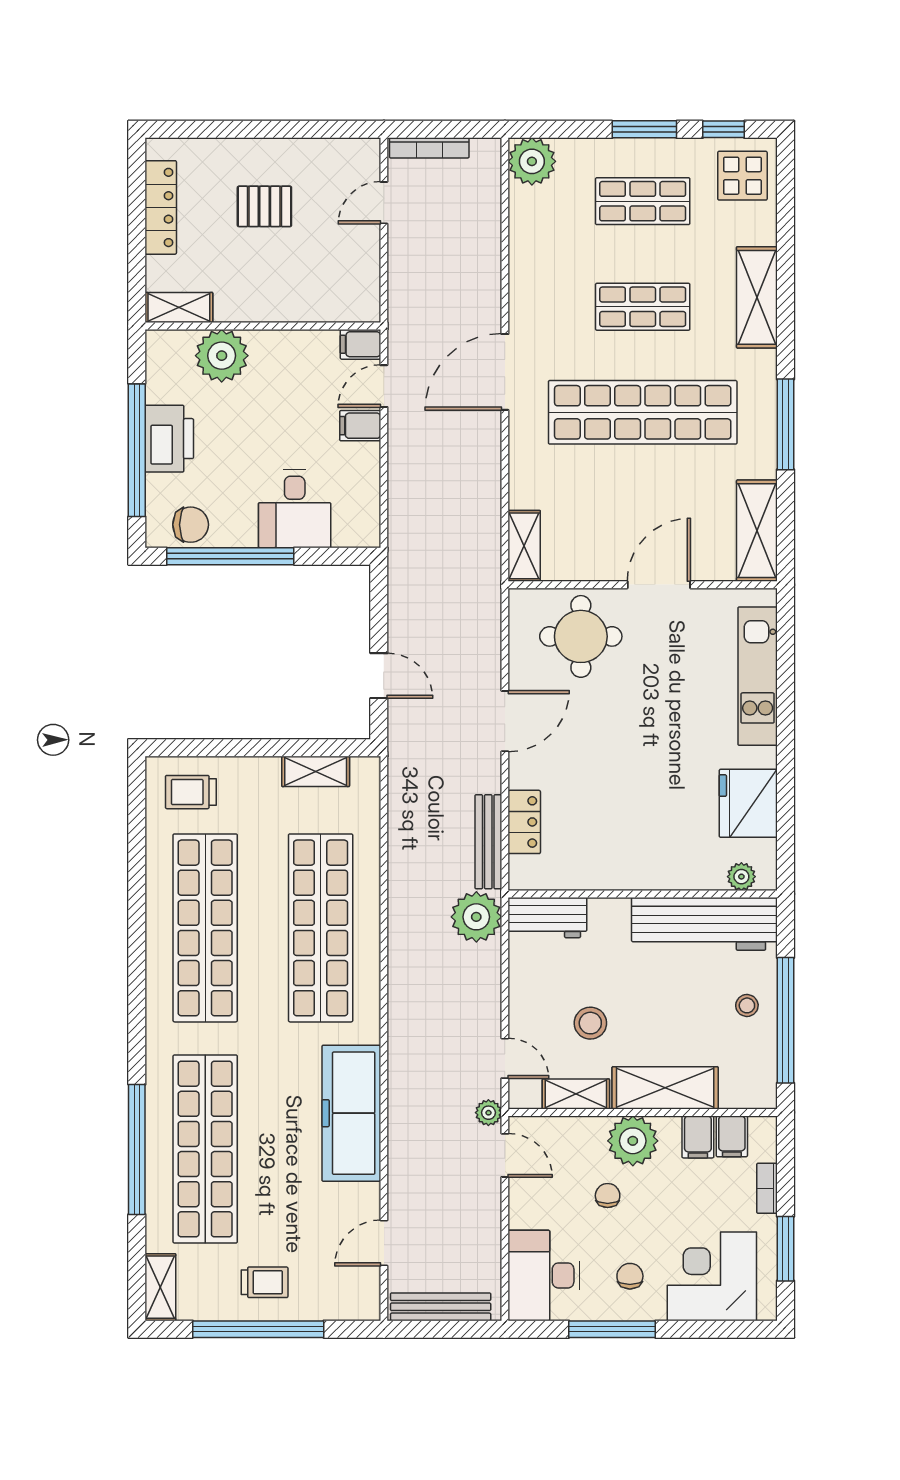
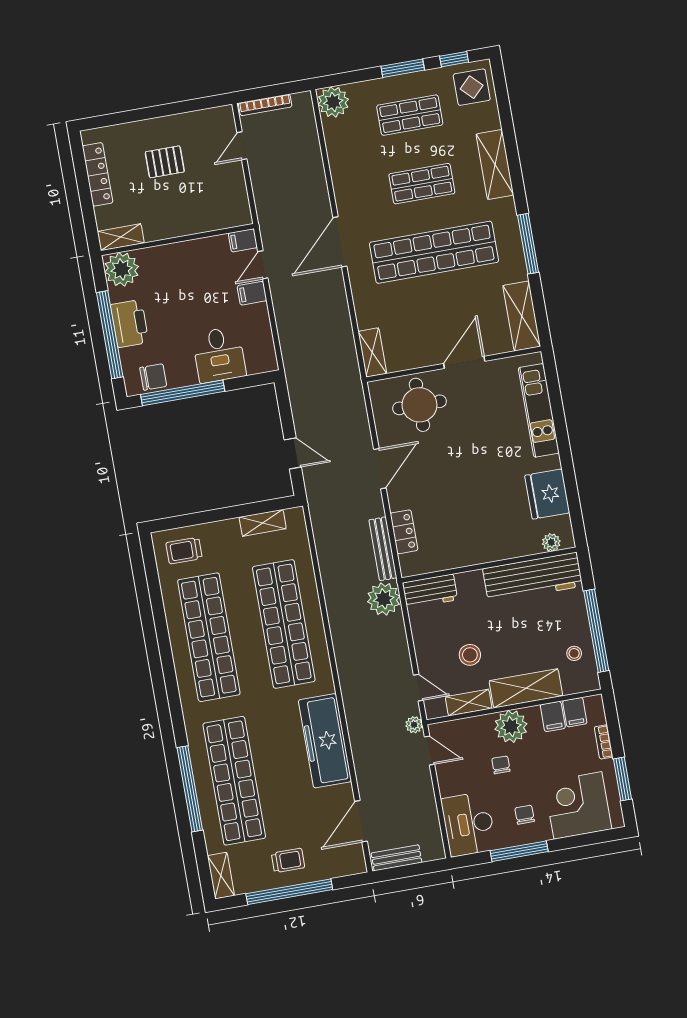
plant: (222, 356) -> (122, 269), moved
stool: (747, 1005) -> (574, 653), moved
door: (384, 1243) -> (361, 821), width x1.38
bench: (441, 1307) -> (396, 858), width x0.73

